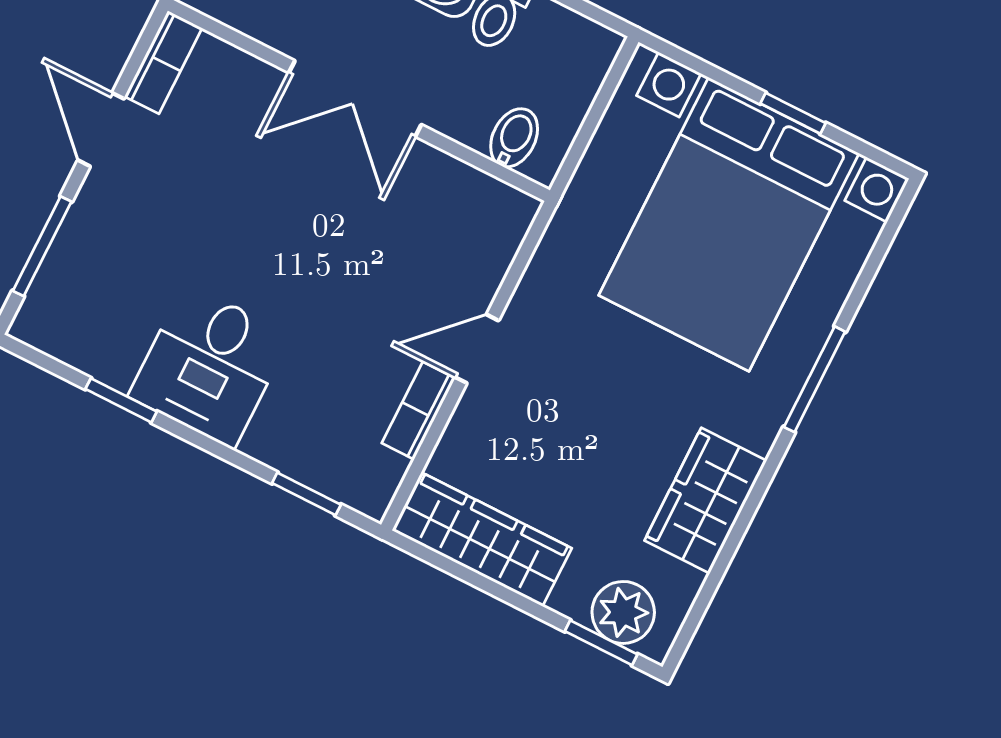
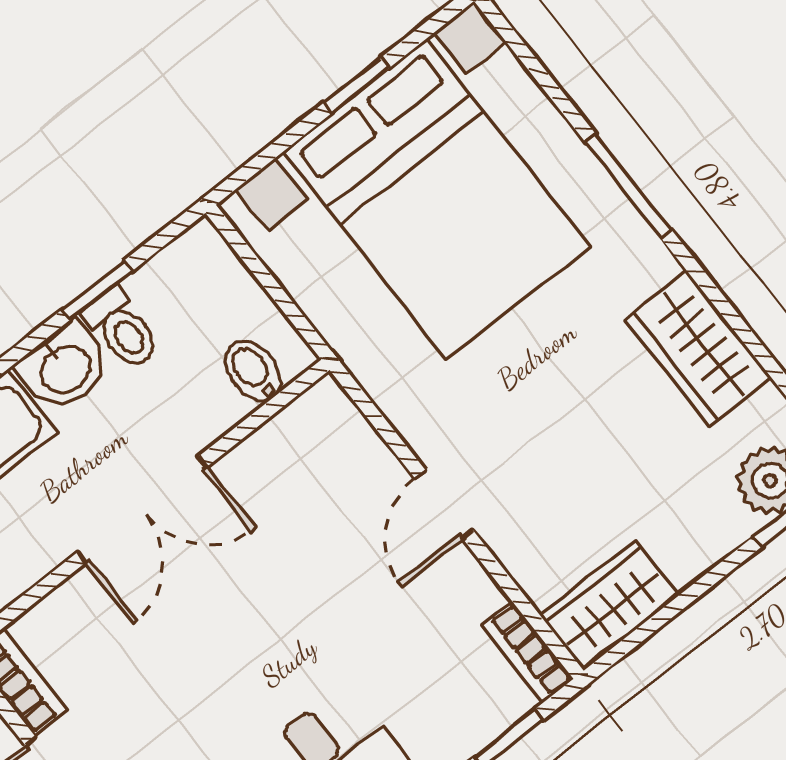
bookcase: (418, 411) -> (527, 652), moved
wardrobe: (482, 539) -> (610, 605), width x0.67

